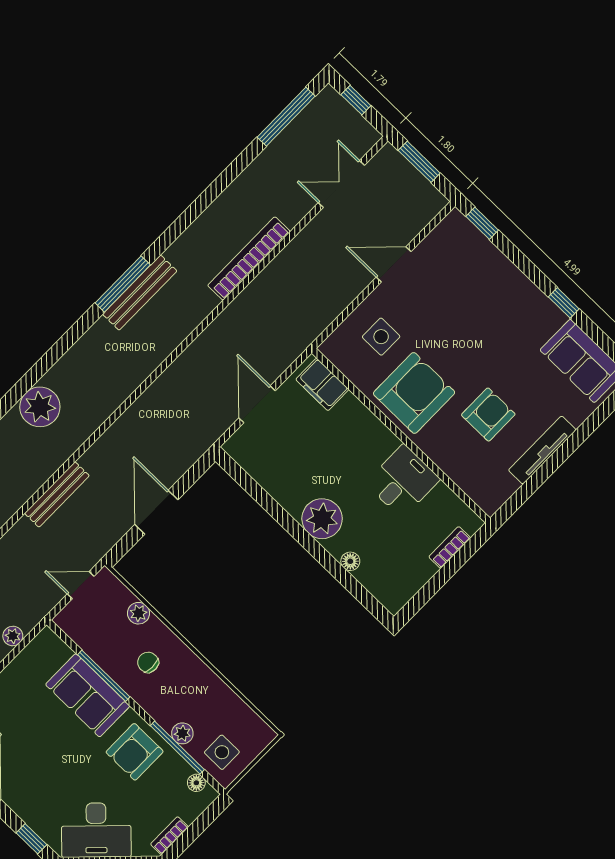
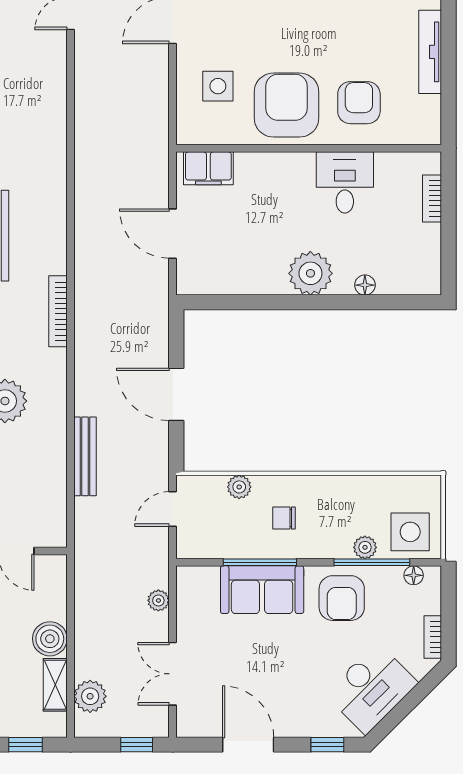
bookcase: (249, 258) -> (58, 311), moved, width x0.68, depth x0.76
armchair: (488, 415) -> (359, 103), moved
side table: (222, 752) -> (410, 532), width x1.37, depth x1.37

